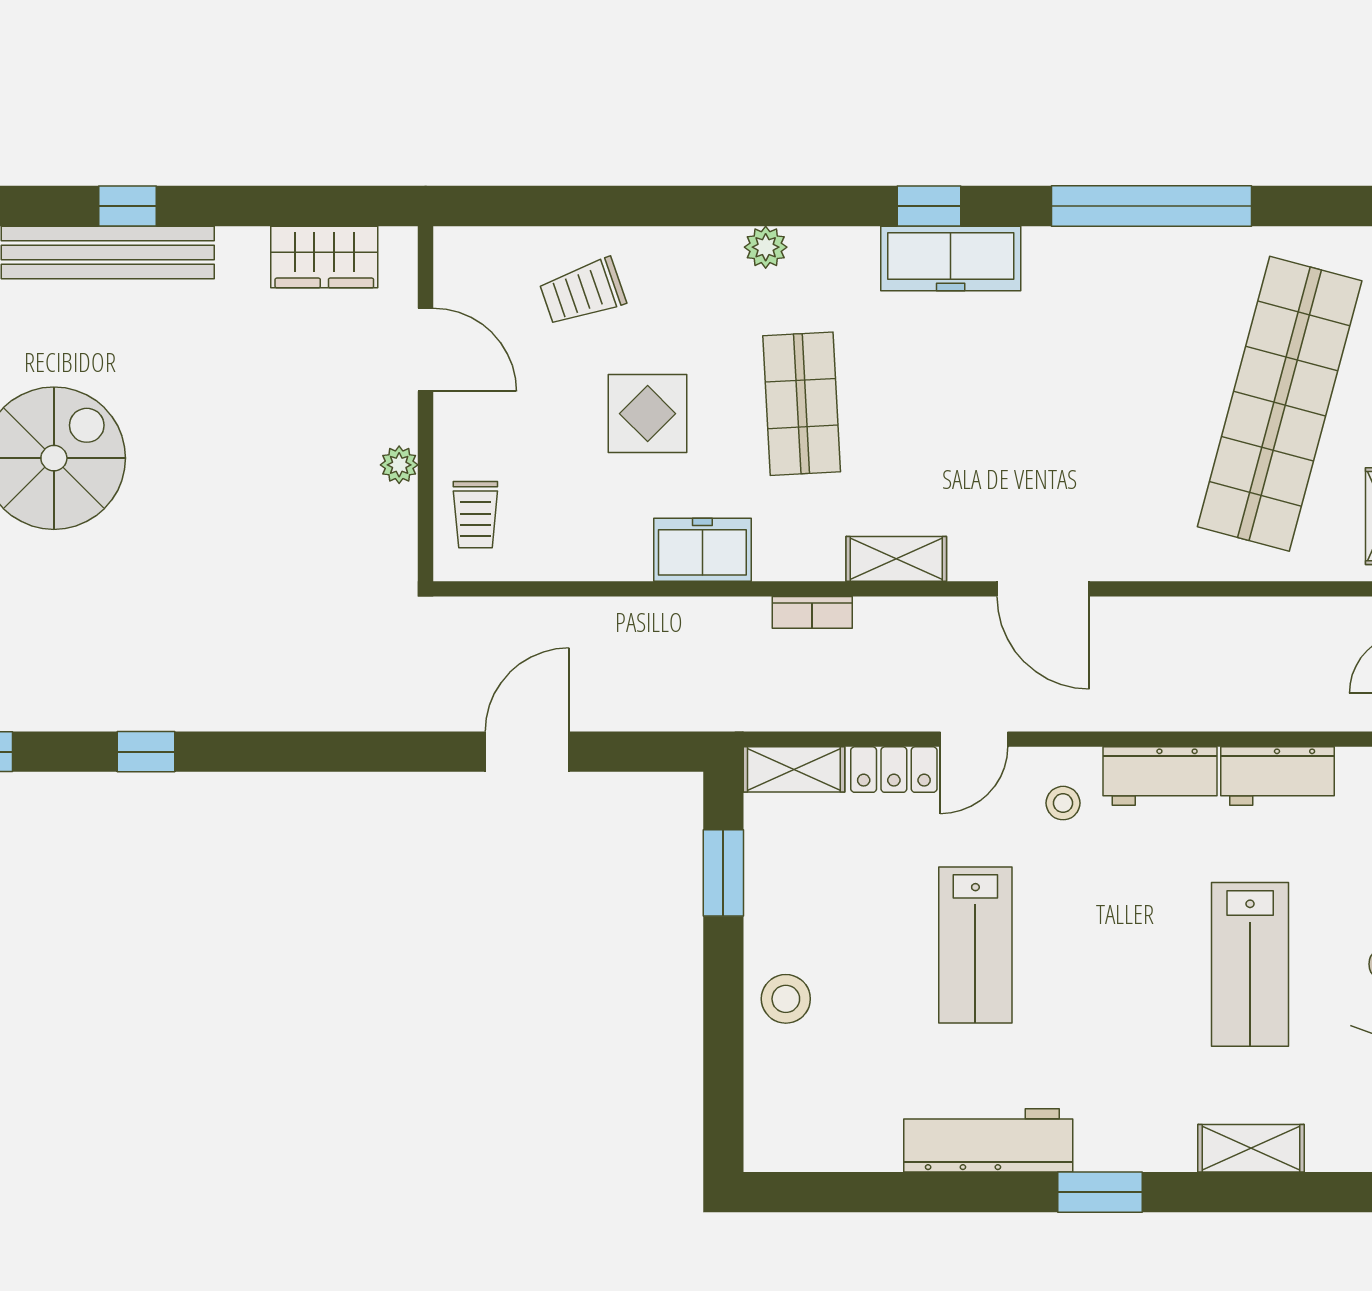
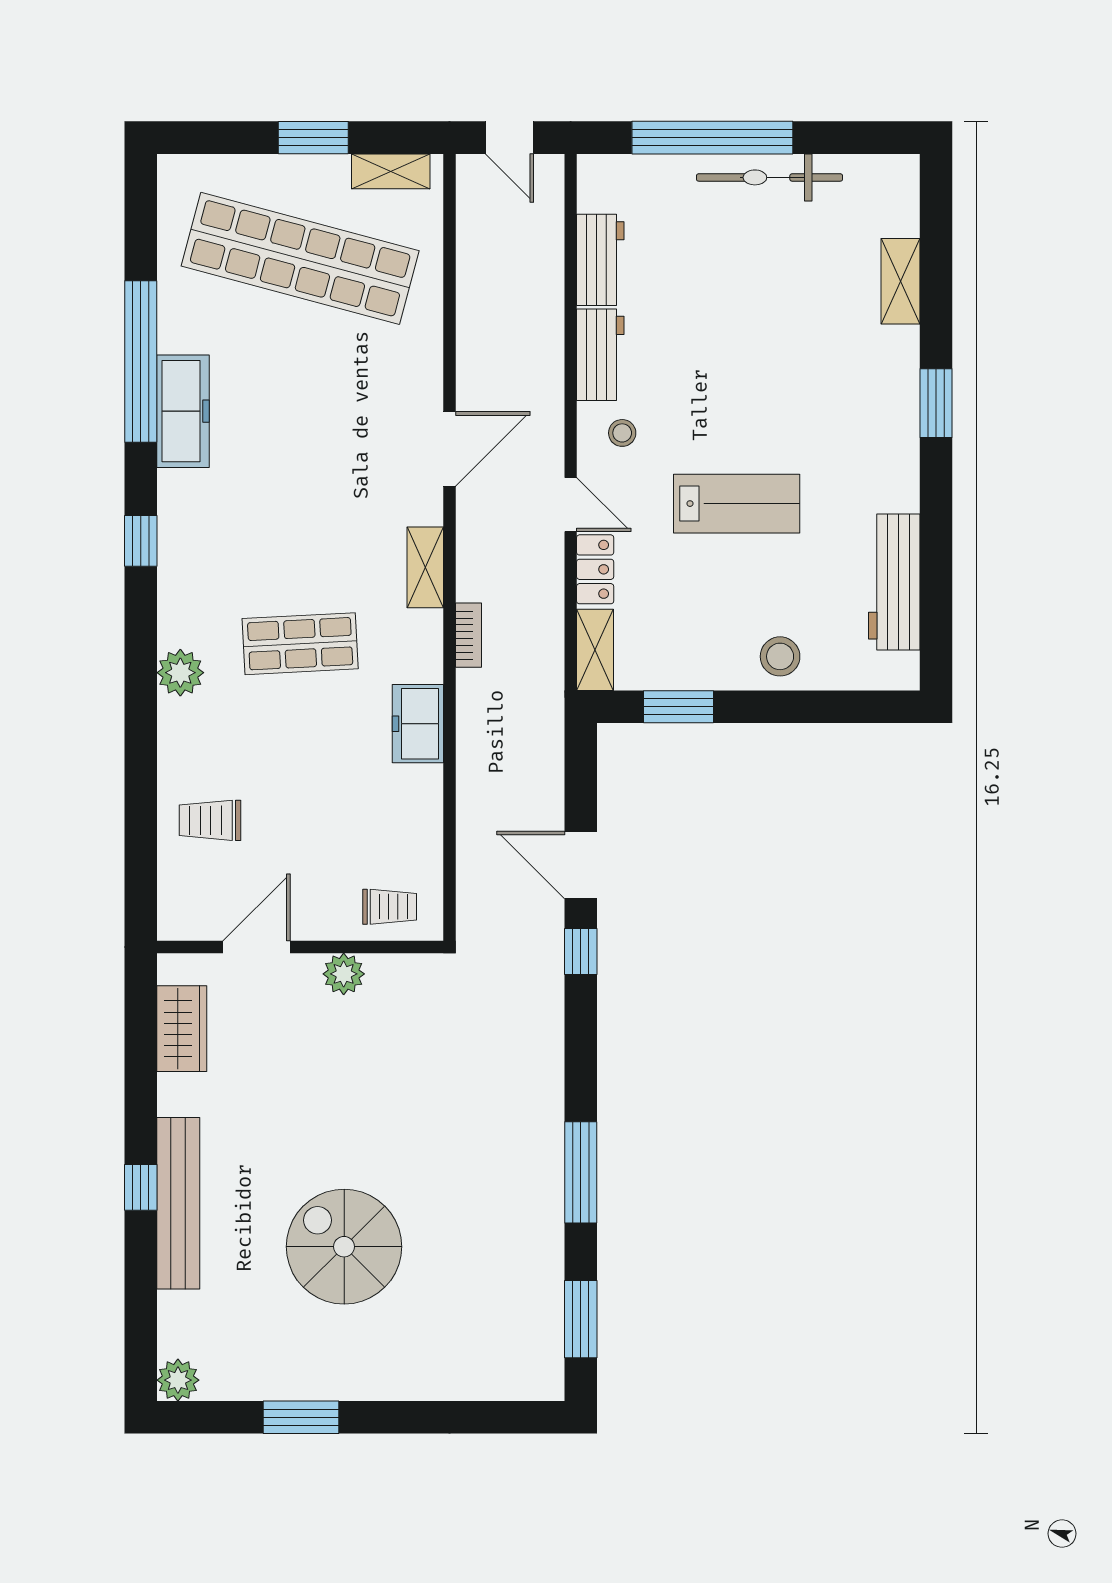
plant: (766, 247) -> (180, 673), width x1.38, depth x1.38
freezer: (951, 258) -> (183, 411), moved
trolley: (583, 292) -> (210, 820), turned 109
display table: (648, 414) -> (308, 768), removed
plant: (399, 465) -> (344, 974), width x1.38, depth x1.38
window: (146, 752) -> (581, 1172), width x2.17
window: (420, 752) -> (581, 951), added
lab bench: (1250, 964) -> (752, 282), removed
workbench: (988, 1140) -> (894, 582), moved

